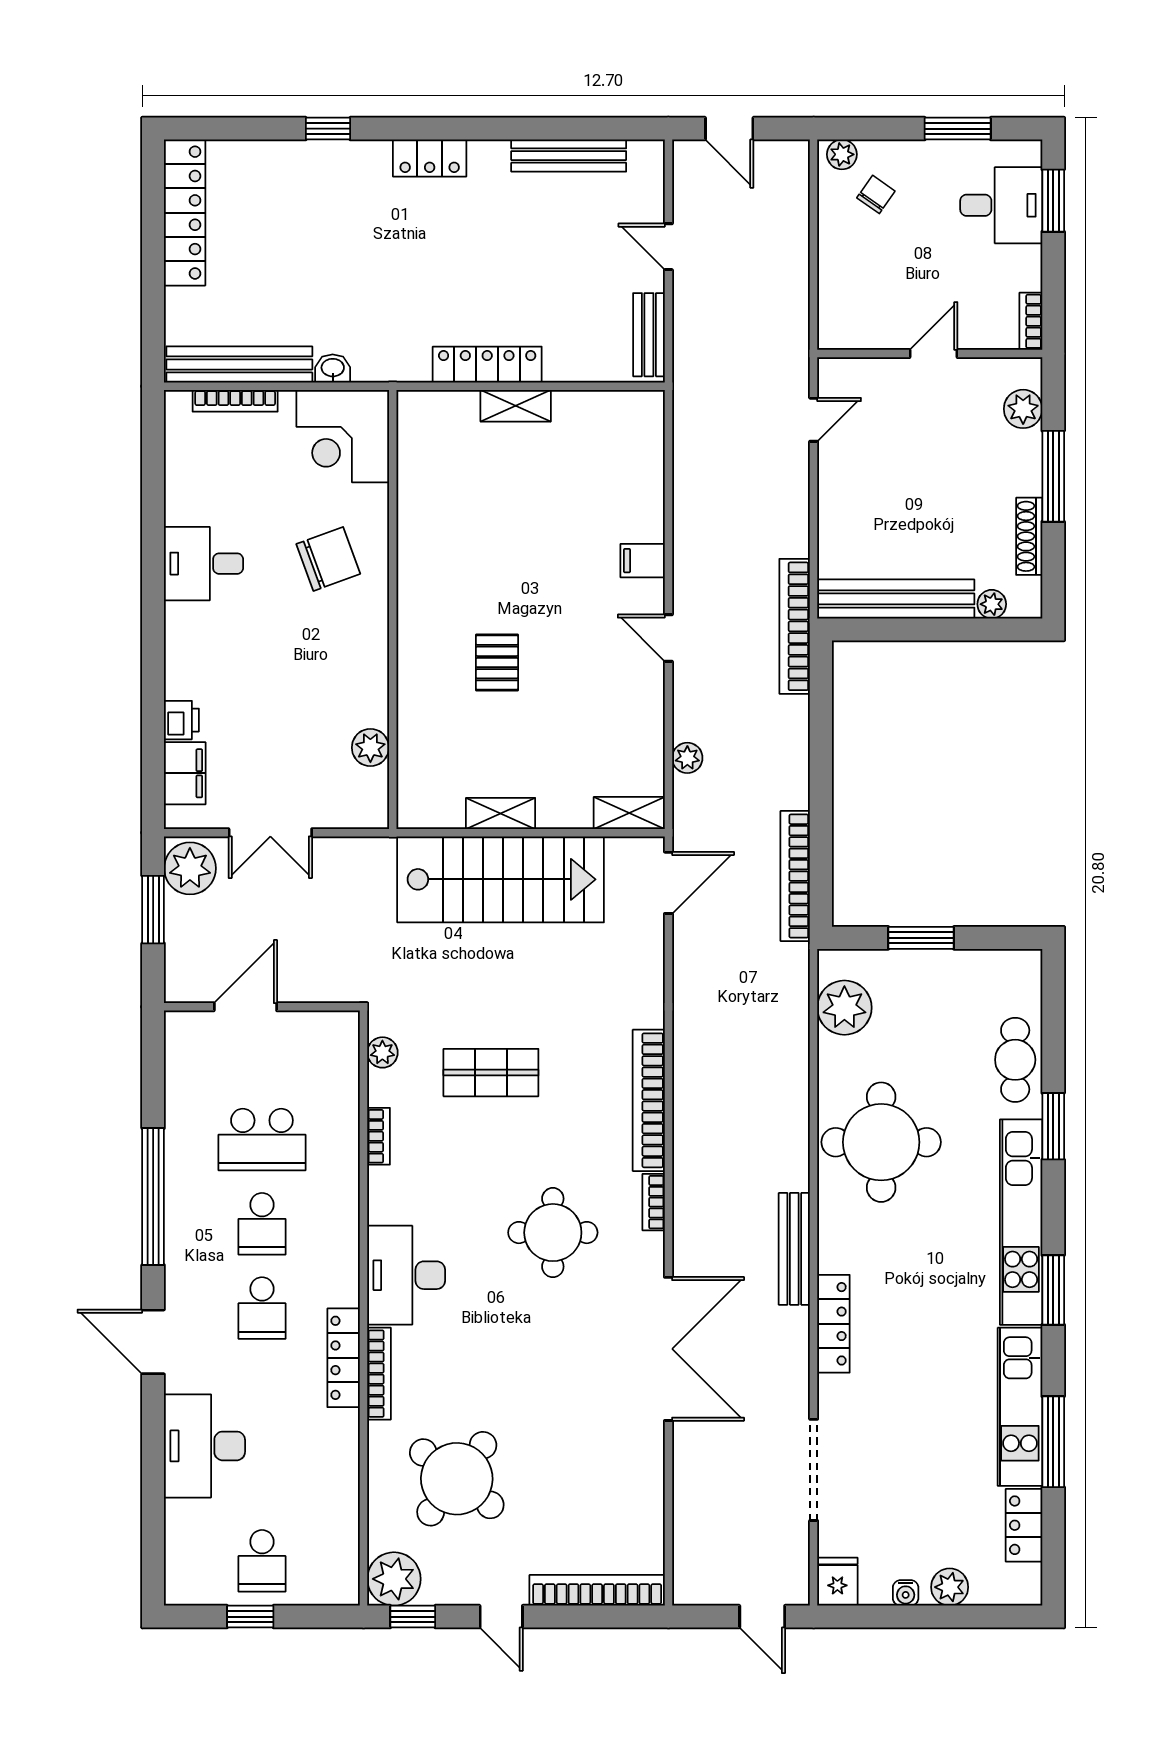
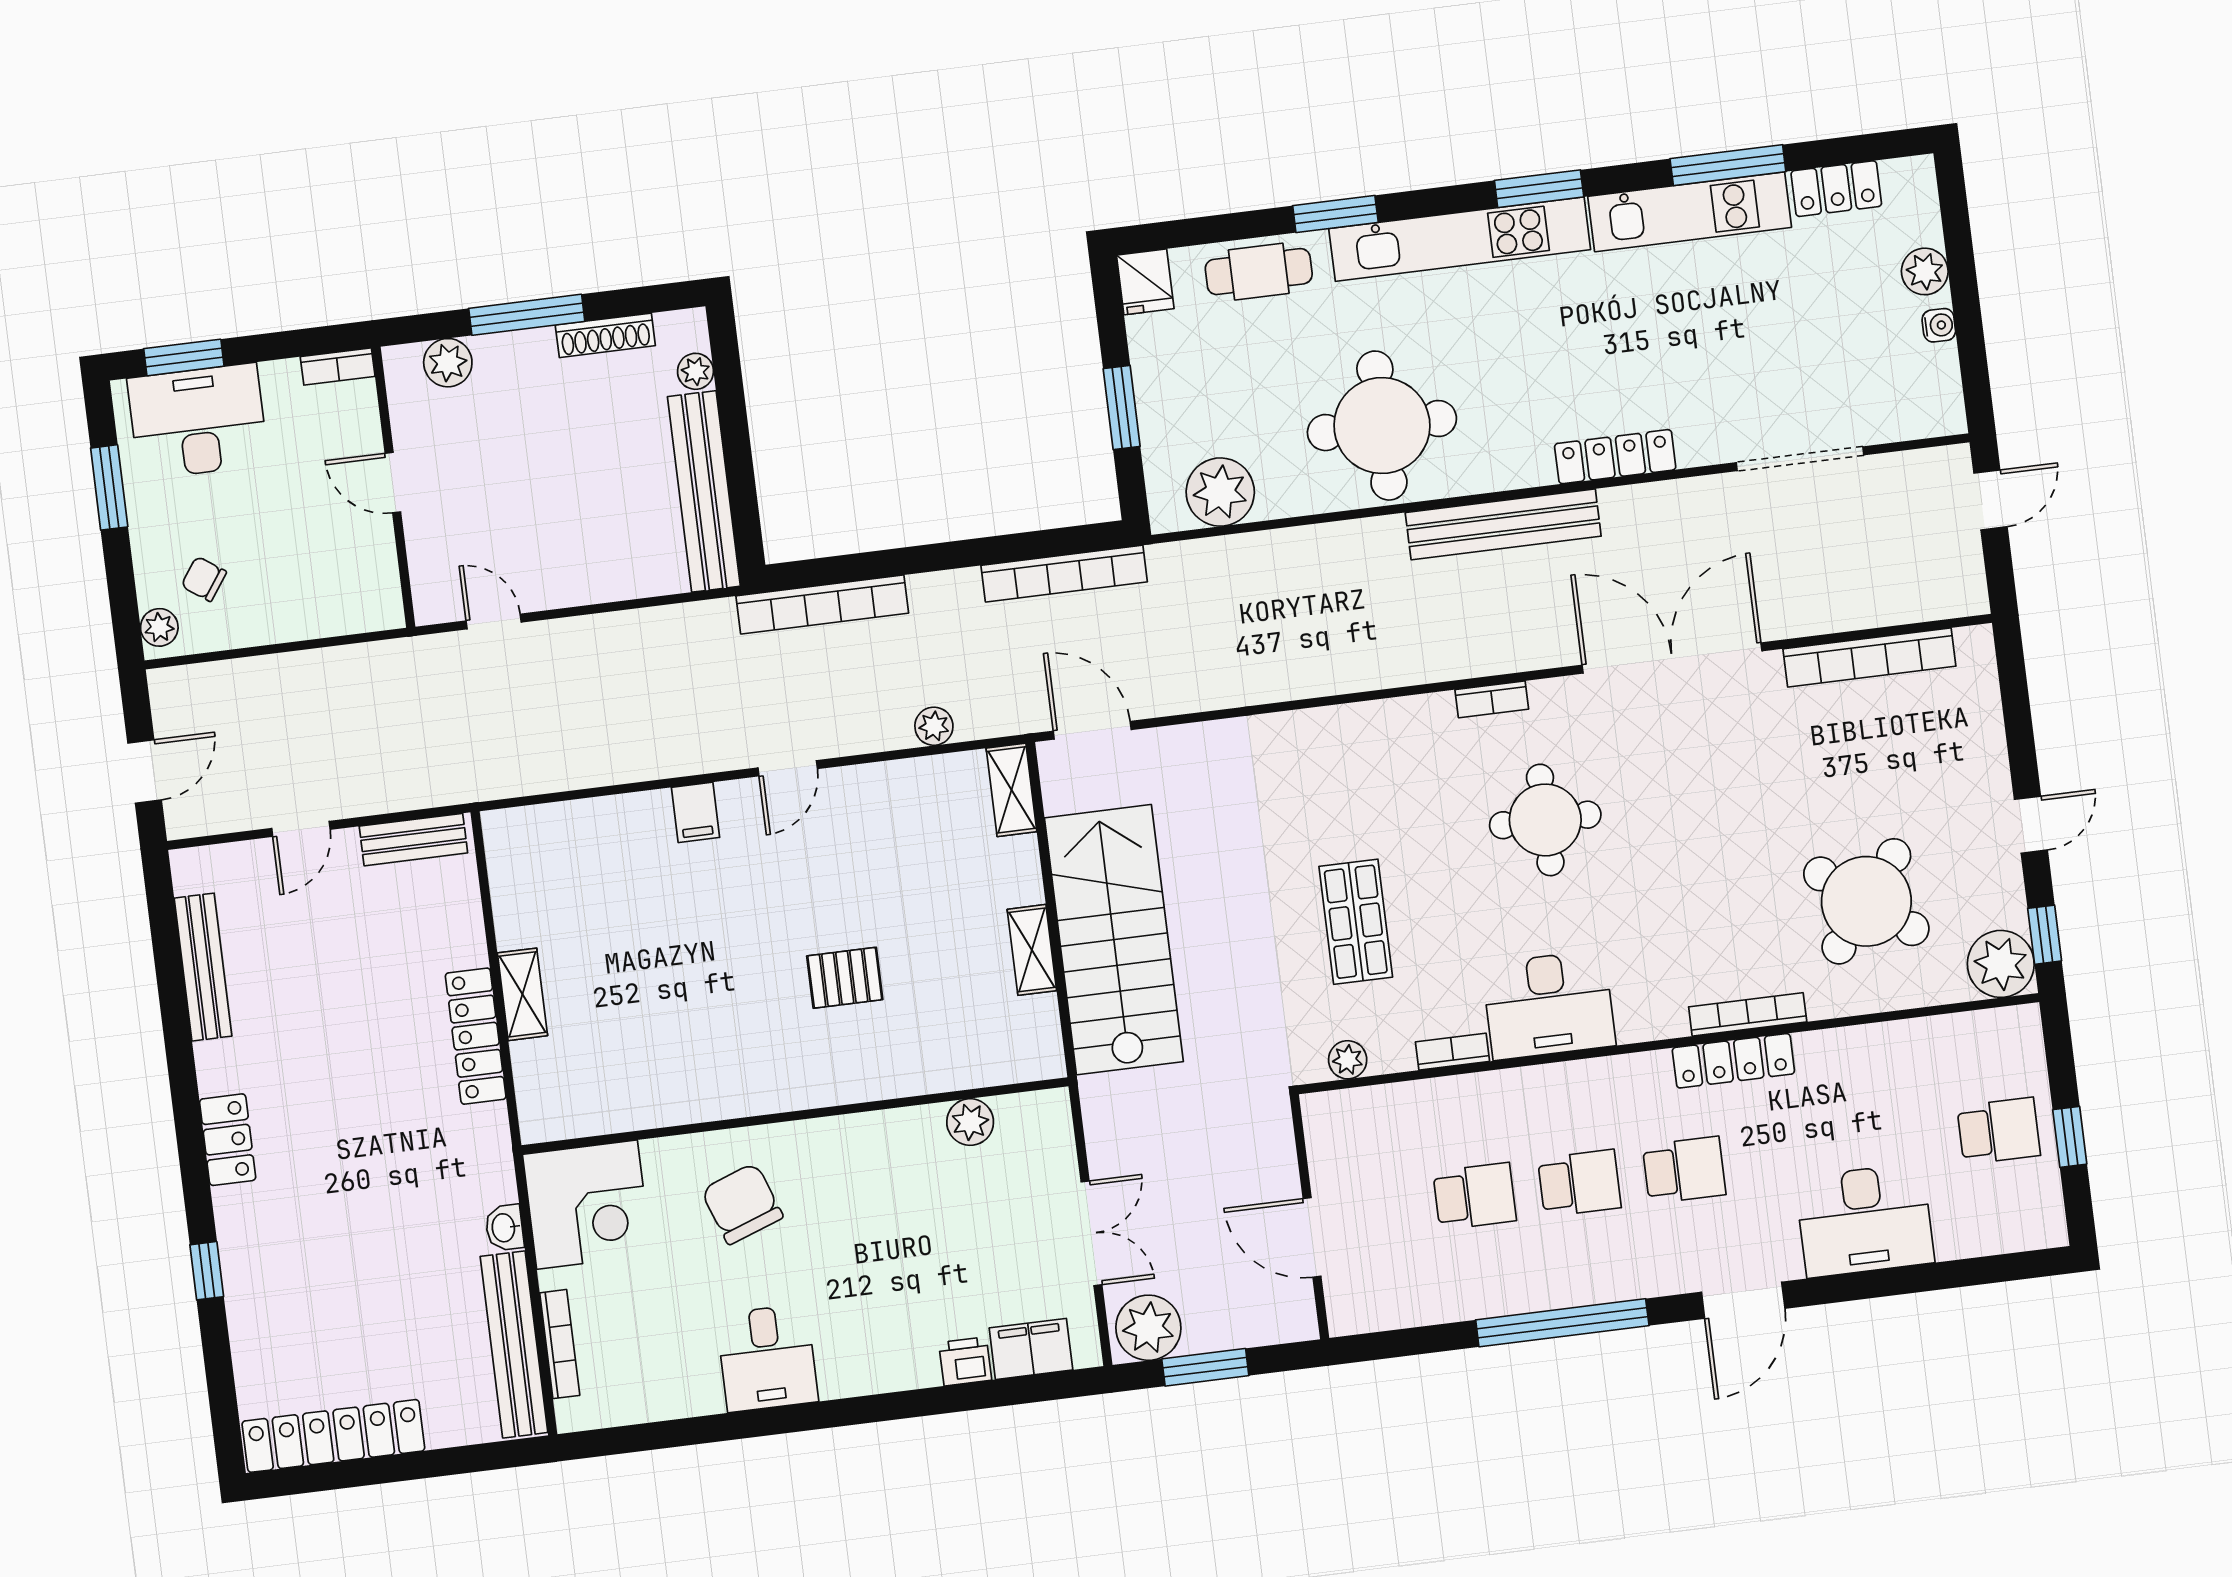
desk: (1001, 205) -> (198, 421), width x1.37
bookcase: (795, 626) -> (822, 604), moved
bookcase: (649, 1100) -> (1366, 721), removed
school desk: (262, 1140) -> (1475, 1196), width x0.54
bench: (794, 1249) -> (1503, 524), width x1.37, depth x1.21
desk: (406, 1275) -> (1549, 1005), moved
fridge: (837, 1582) -> (1145, 282), moved, turned -90
bookcase: (597, 1590) -> (1869, 658), moved, turned -90

